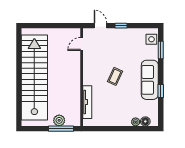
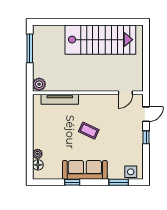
door: (82, 44) -> (125, 93), swing flipped
stairs: (34, 78) -> (100, 40), width x0.73
plant: (59, 120) -> (39, 84), moved
window: (61, 129) -> (30, 48), moved

